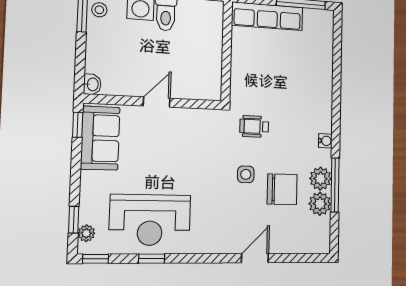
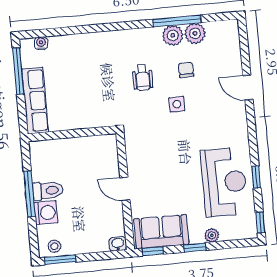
wheelchair: (254, 126) -> (143, 78), moved
water cooler: (325, 141) -> (41, 43), moved
chair: (282, 189) -> (186, 70), width x0.54, depth x0.54
window: (74, 220) -> (195, 247), moved
plant: (86, 233) -> (212, 235), moved

